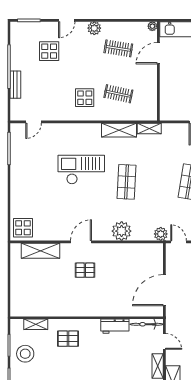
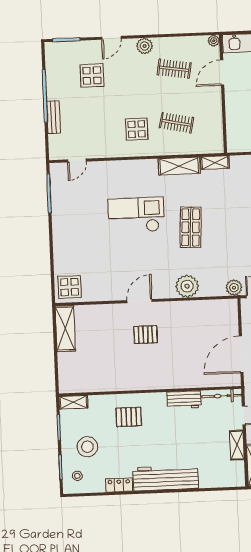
shelving: (40, 251) -> (65, 329), moved, turned 90
shelving: (36, 324) -> (73, 402), moved
stool: (25, 354) -> (87, 447), moved

